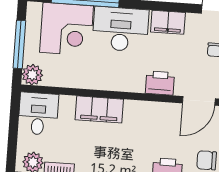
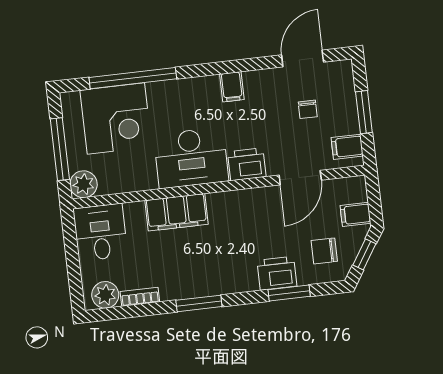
filing cabinet: (168, 22) -> (232, 87), width x0.50
desk: (121, 29) -> (191, 158), moved, turned 180

